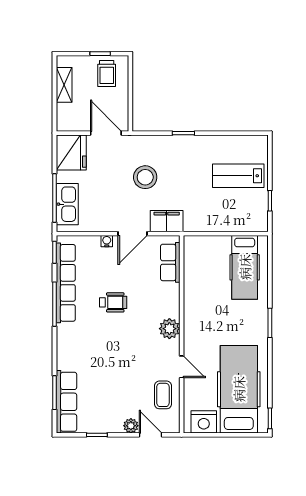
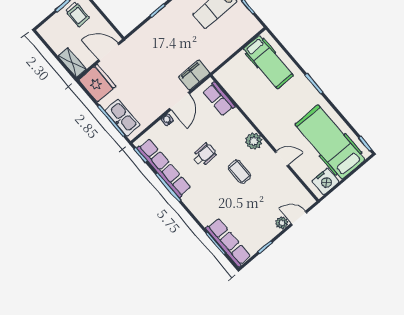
shelving: (64, 85) -> (72, 63), moved
stool: (145, 177) -> (157, 59), removed
coffee table: (163, 395) -> (239, 172), moved

